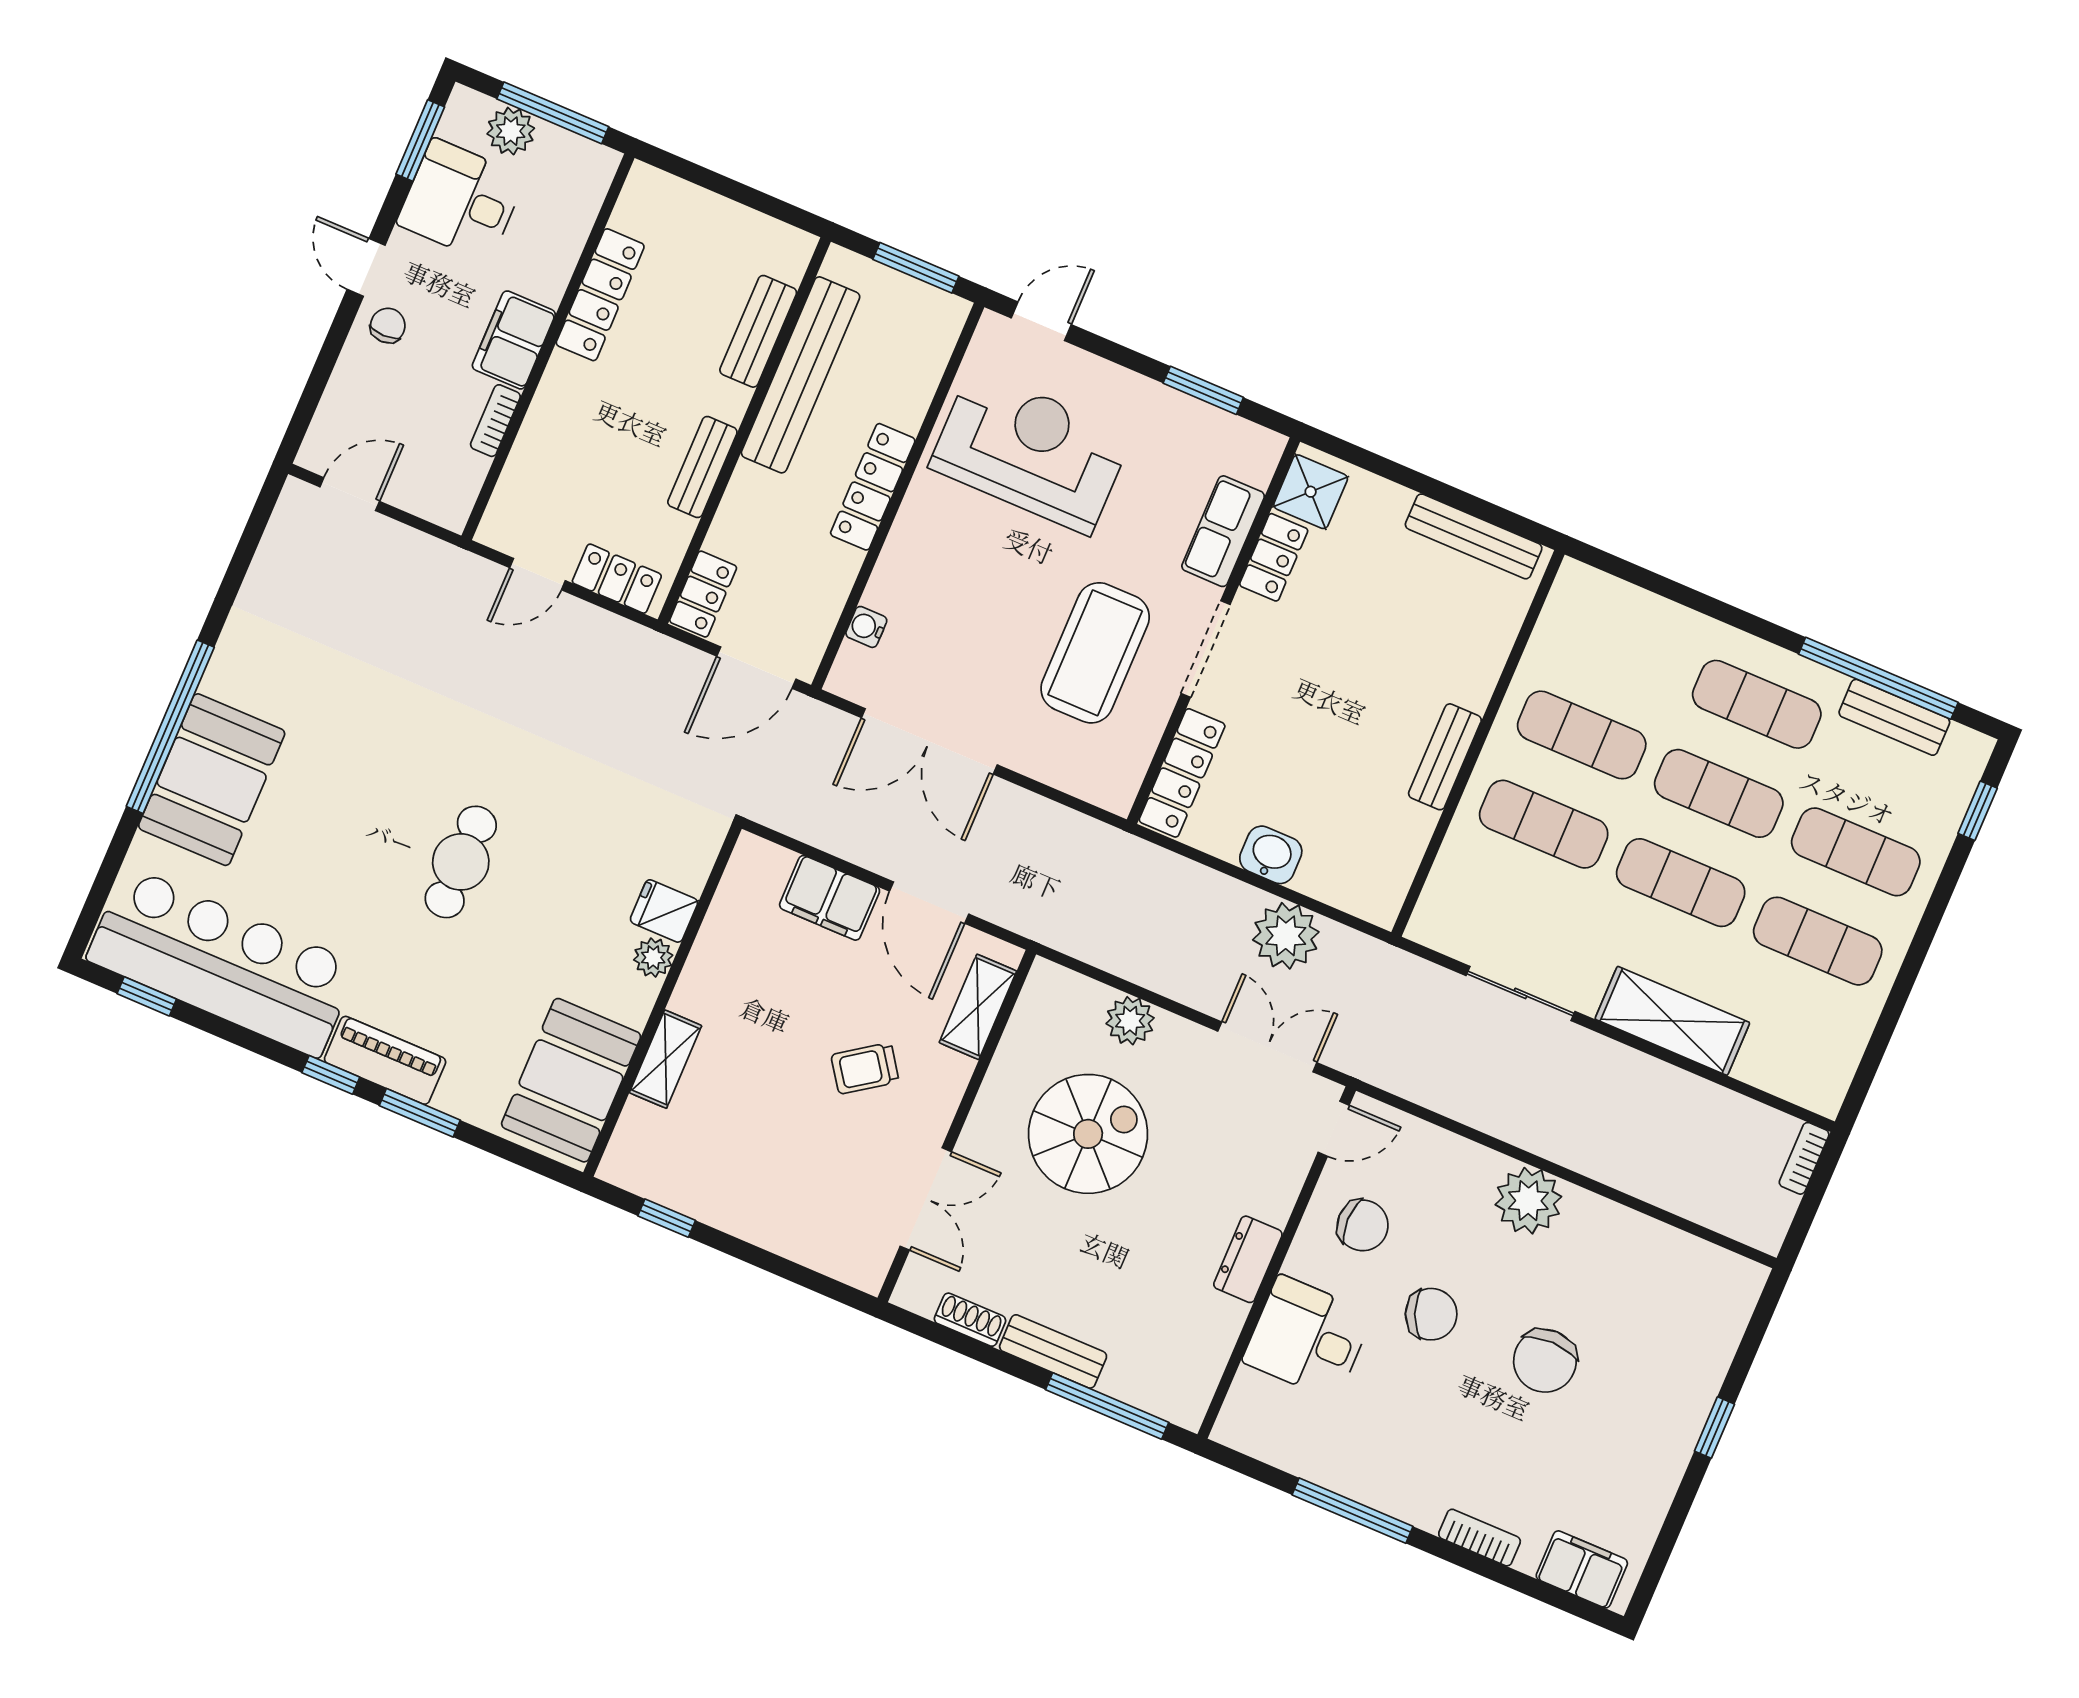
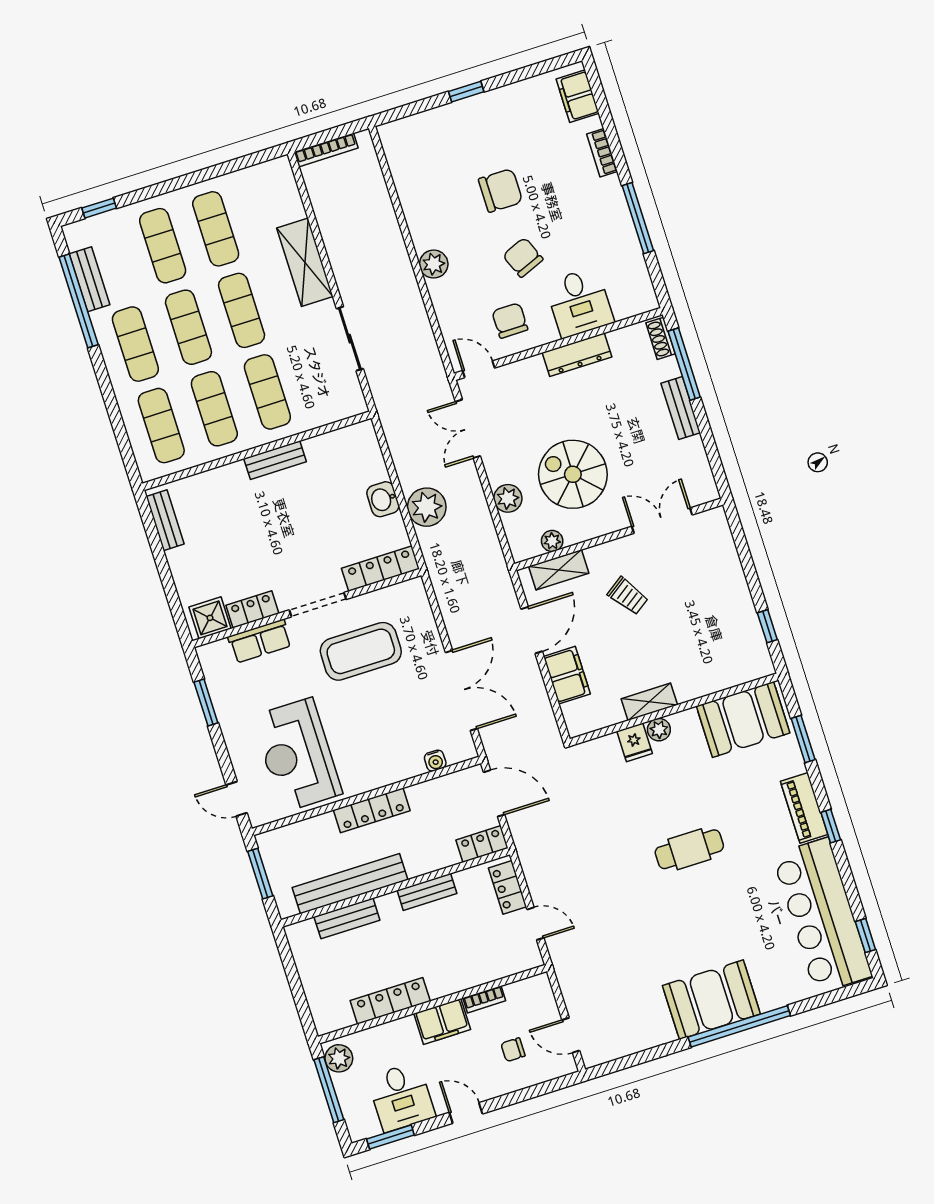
plant: (511, 131) -> (339, 1058), moved
door: (366, 267) -> (466, 1113), swing flipped
chair: (388, 326) -> (513, 1050), moved
bench: (1474, 536) -> (165, 520), width x0.73
exercise mat: (1620, 646) -> (161, 426), added
booth: (212, 780) -> (711, 1000), moved
plant: (1286, 936) -> (427, 507), moved
plant: (1024, 1031) -> (552, 541), added
shelving: (666, 1059) -> (649, 702), moved
window: (420, 1113) -> (803, 739), moved
bookcase: (1804, 1158) -> (326, 150), width x1.56
plant: (1528, 1201) -> (434, 264), width x0.73, depth x0.73
dresser: (1248, 1259) -> (577, 355), width x1.44
shoe rack: (970, 1320) -> (661, 338), moved

